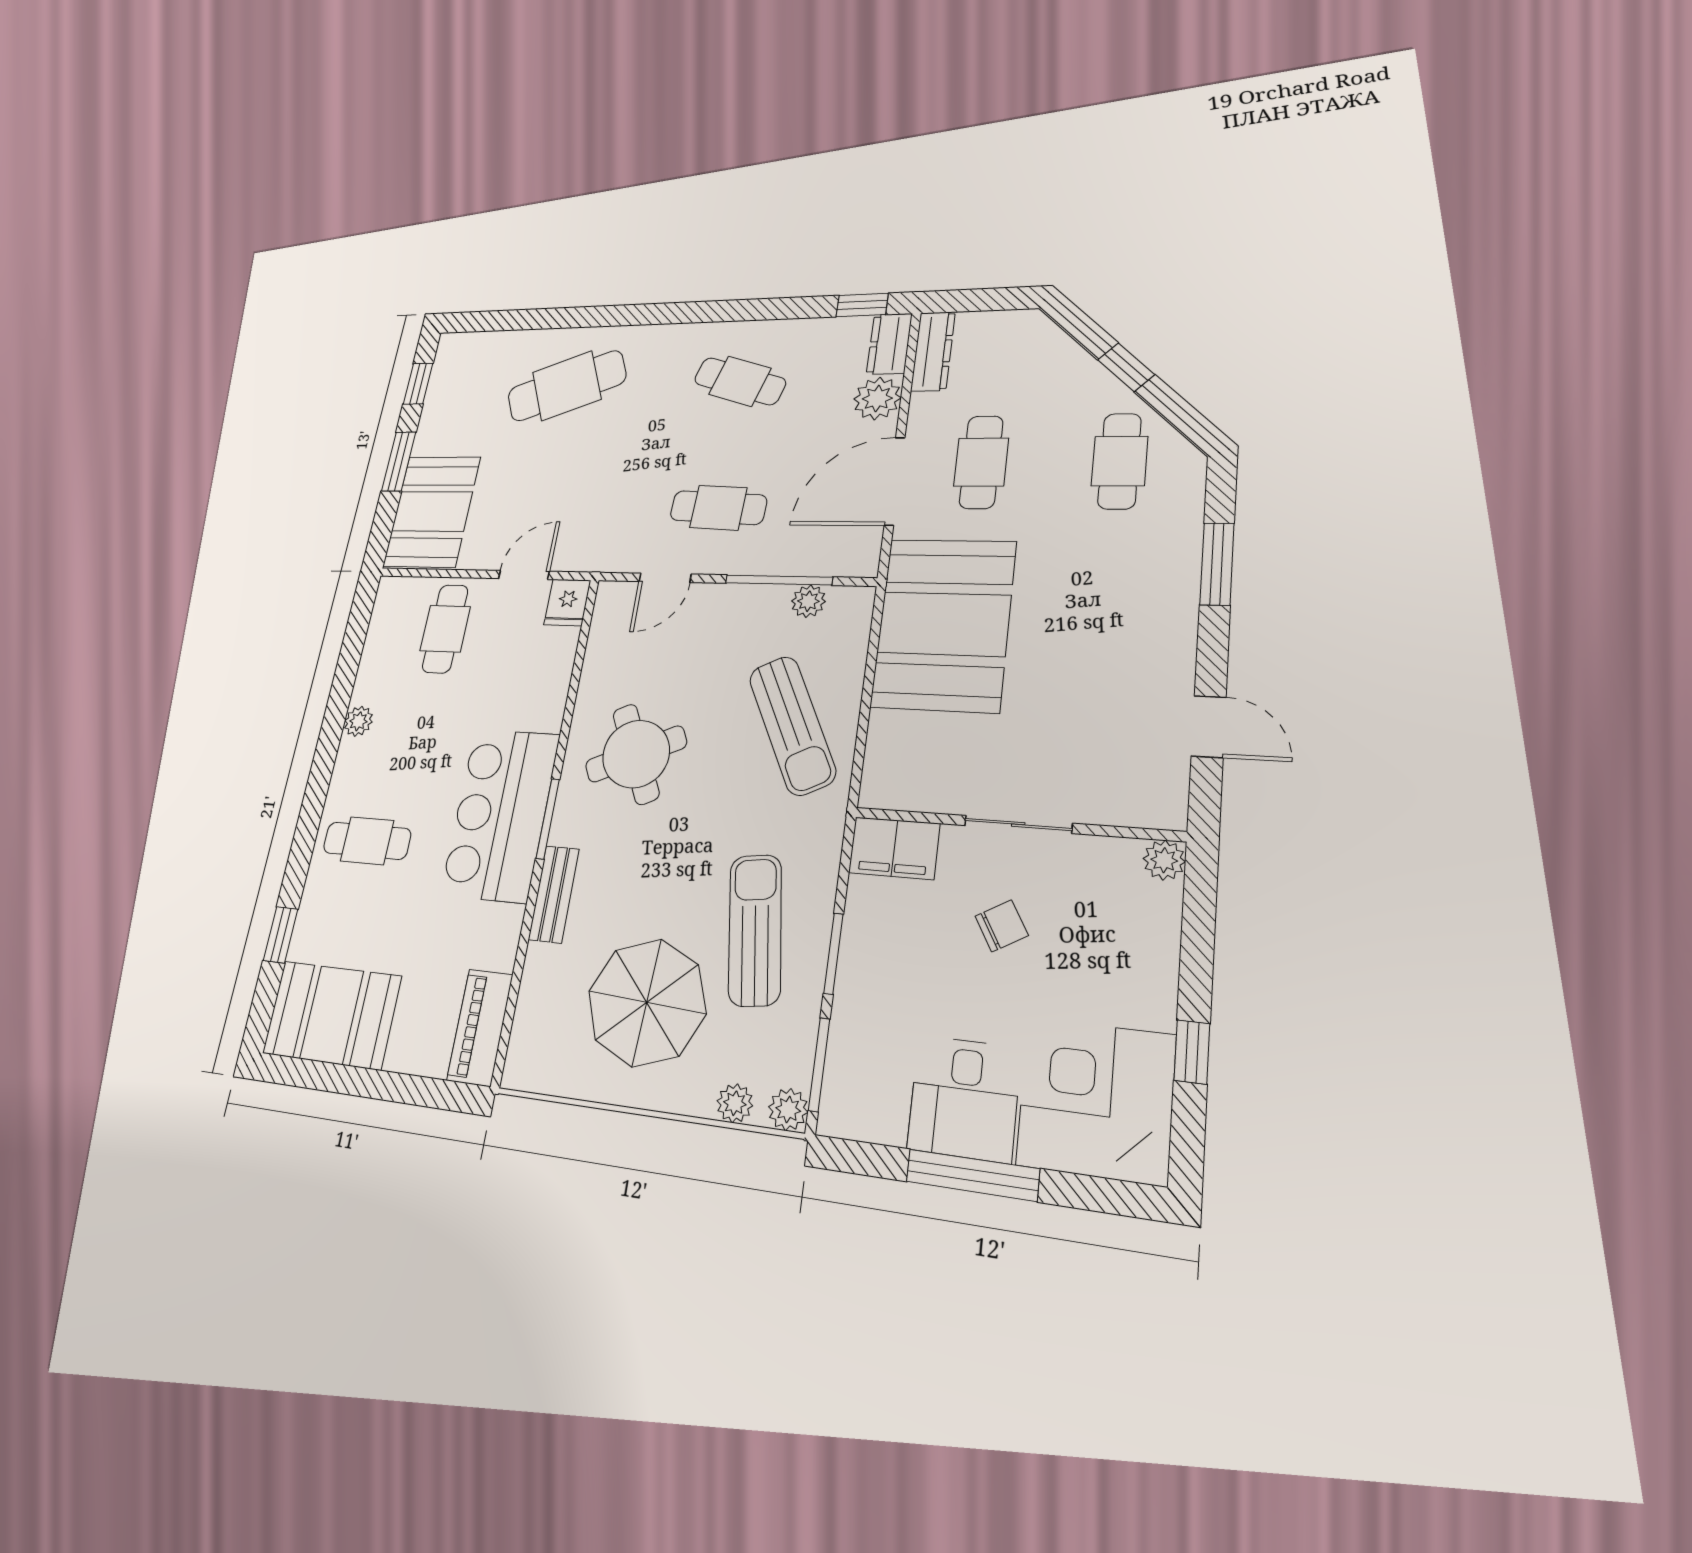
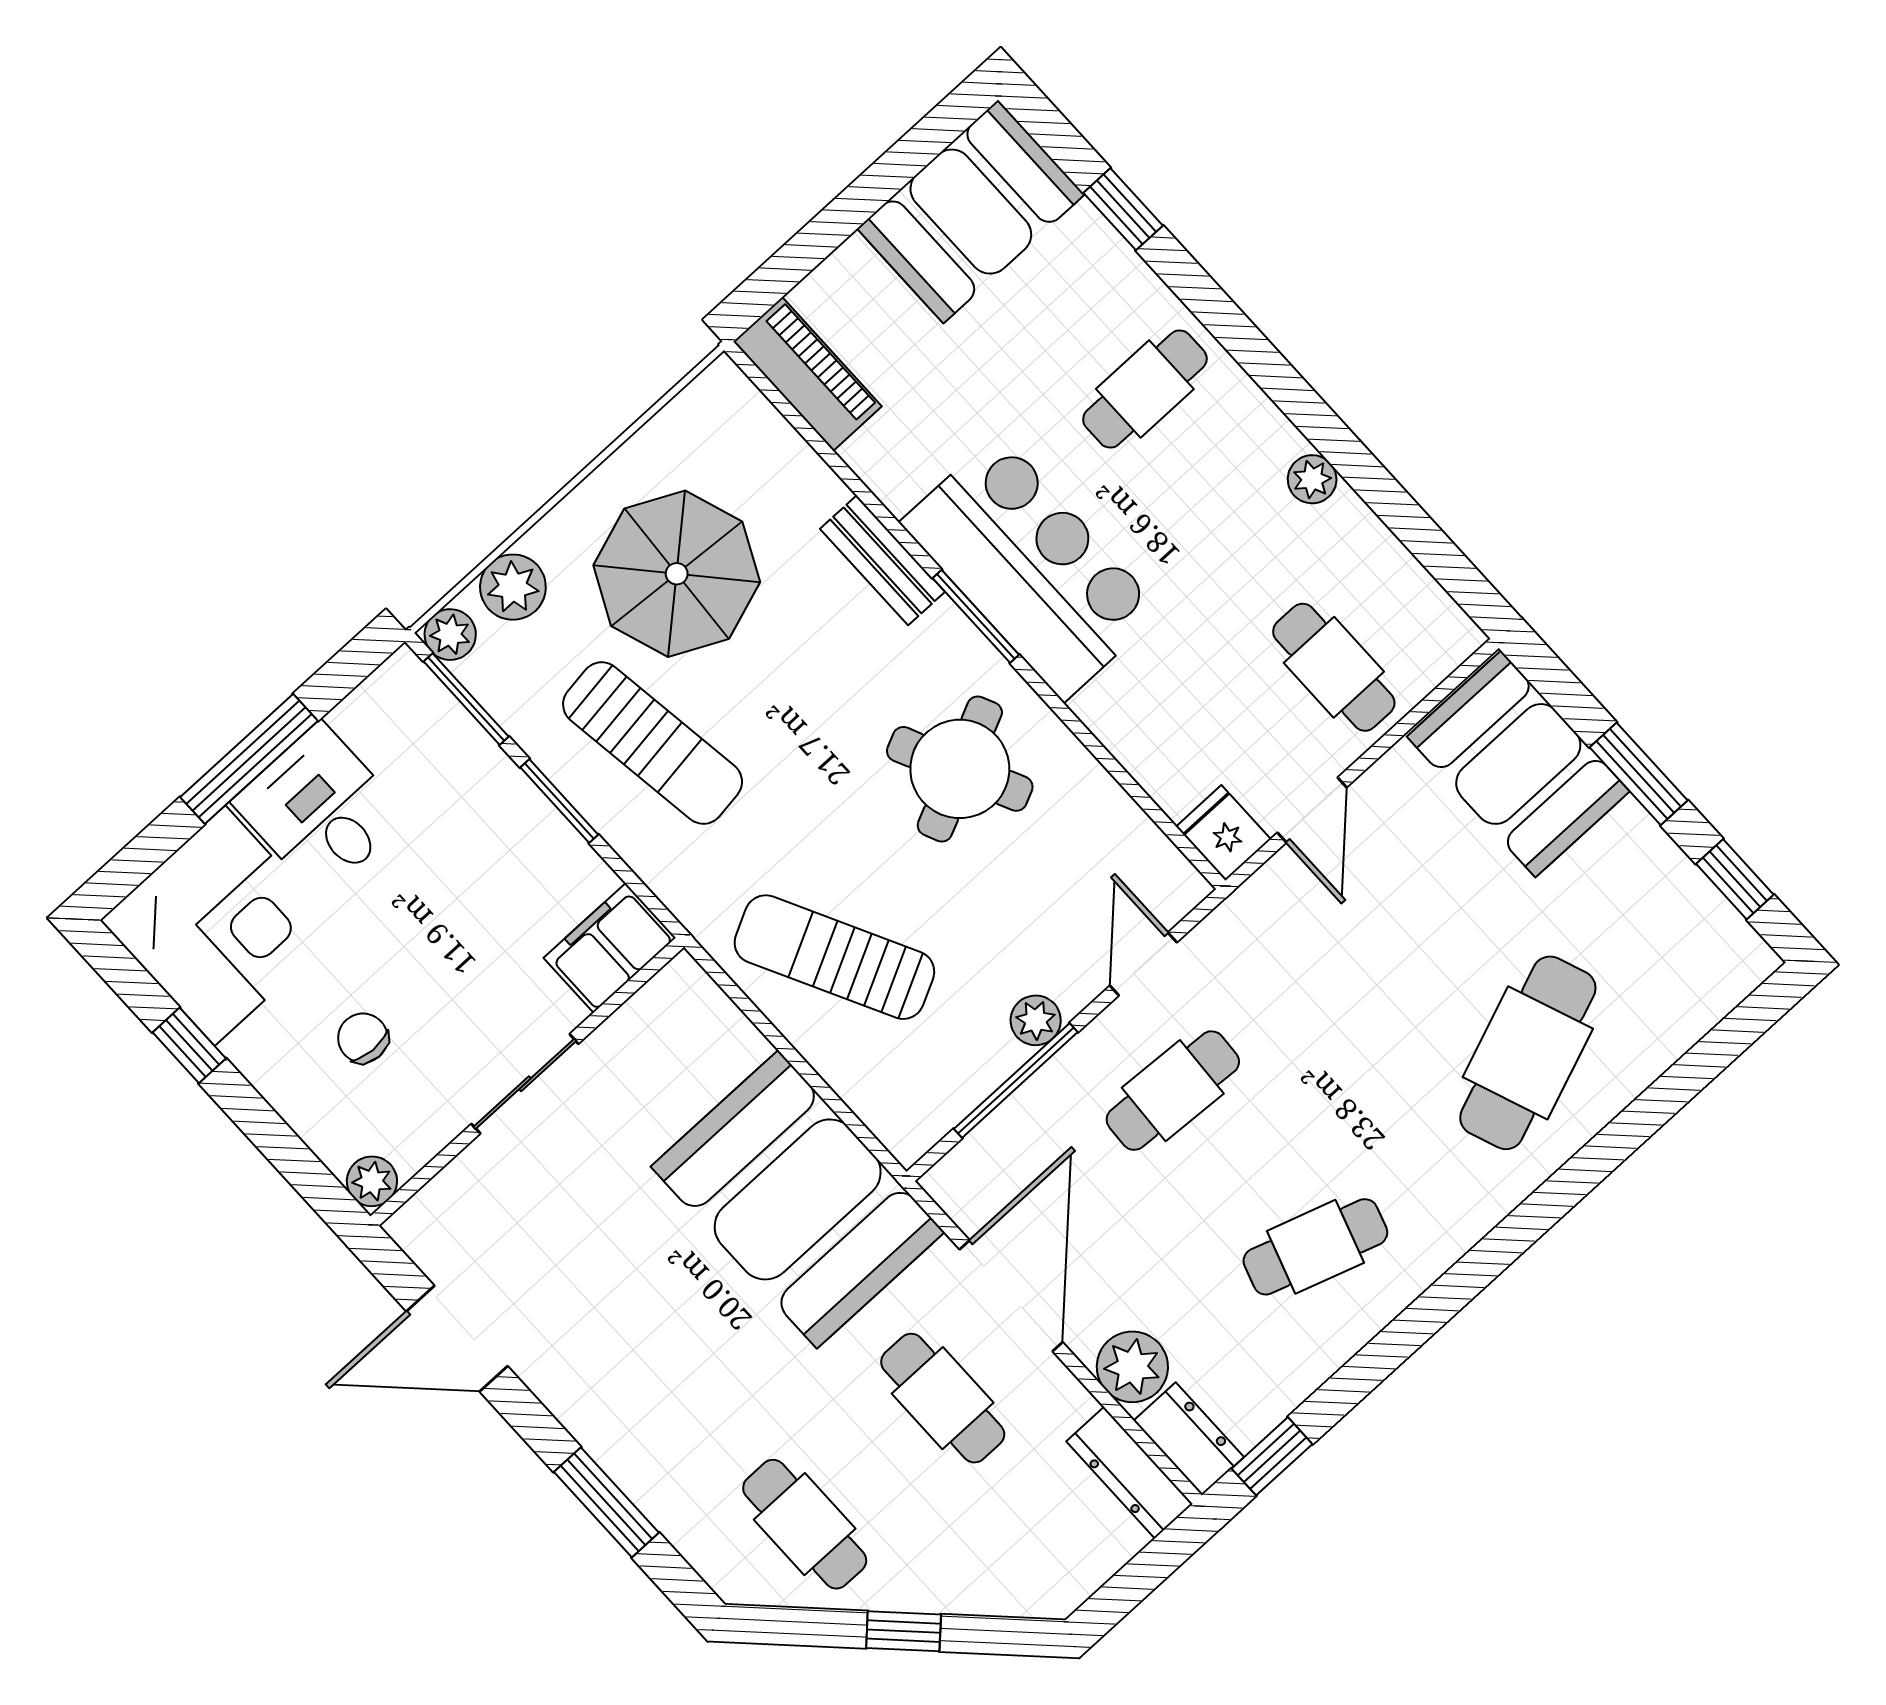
plant: (808, 601) -> (1036, 1020), moved
door: (1209, 727) -> (457, 1339), width x1.38
chair: (1002, 926) -> (363, 1038), moved, turned 122
plant: (735, 1103) -> (513, 587), width x1.38, depth x1.38

